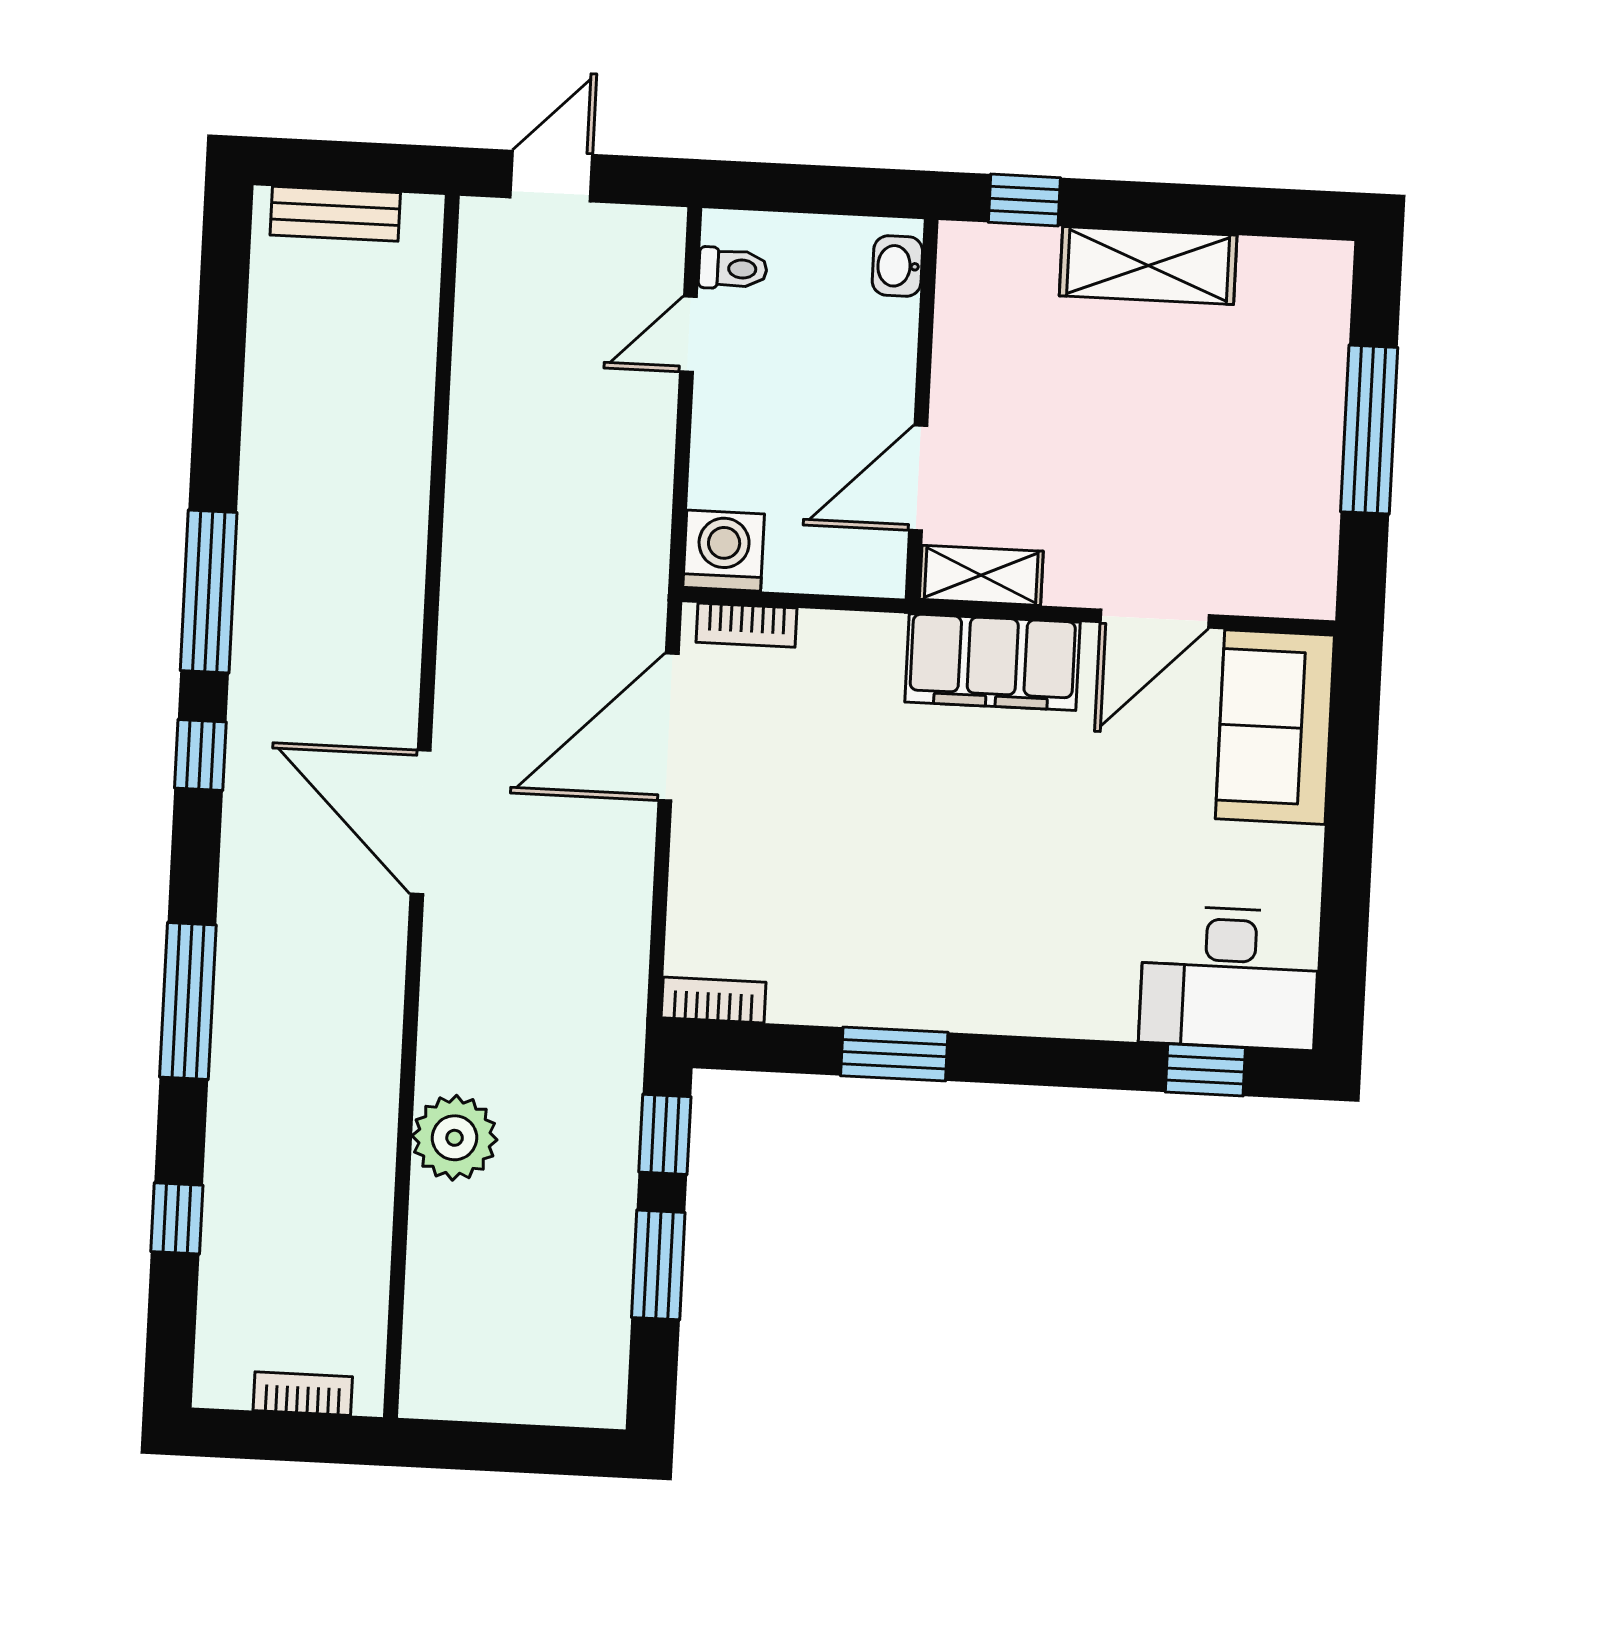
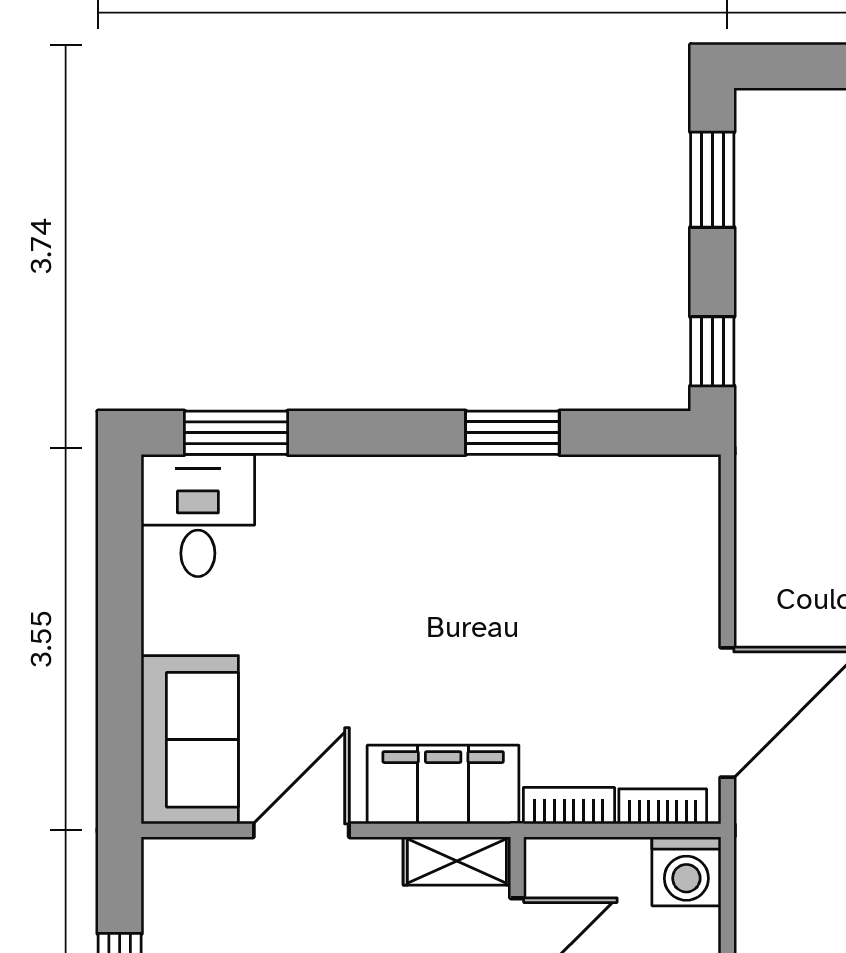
desk: (1229, 978) -> (198, 515), width x0.73
bookcase: (714, 1000) -> (569, 806), moved, turned 180
window: (1205, 1070) -> (236, 433), width x1.50
window: (658, 1265) -> (712, 180), moved

